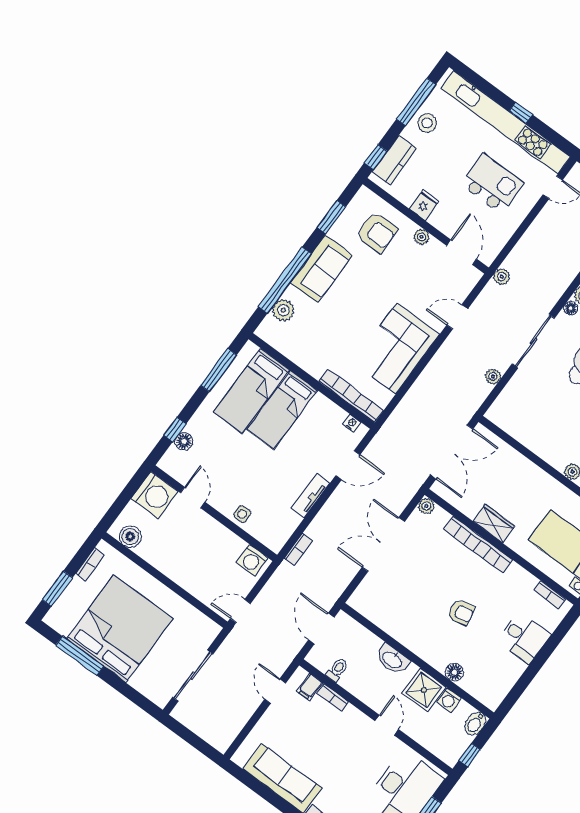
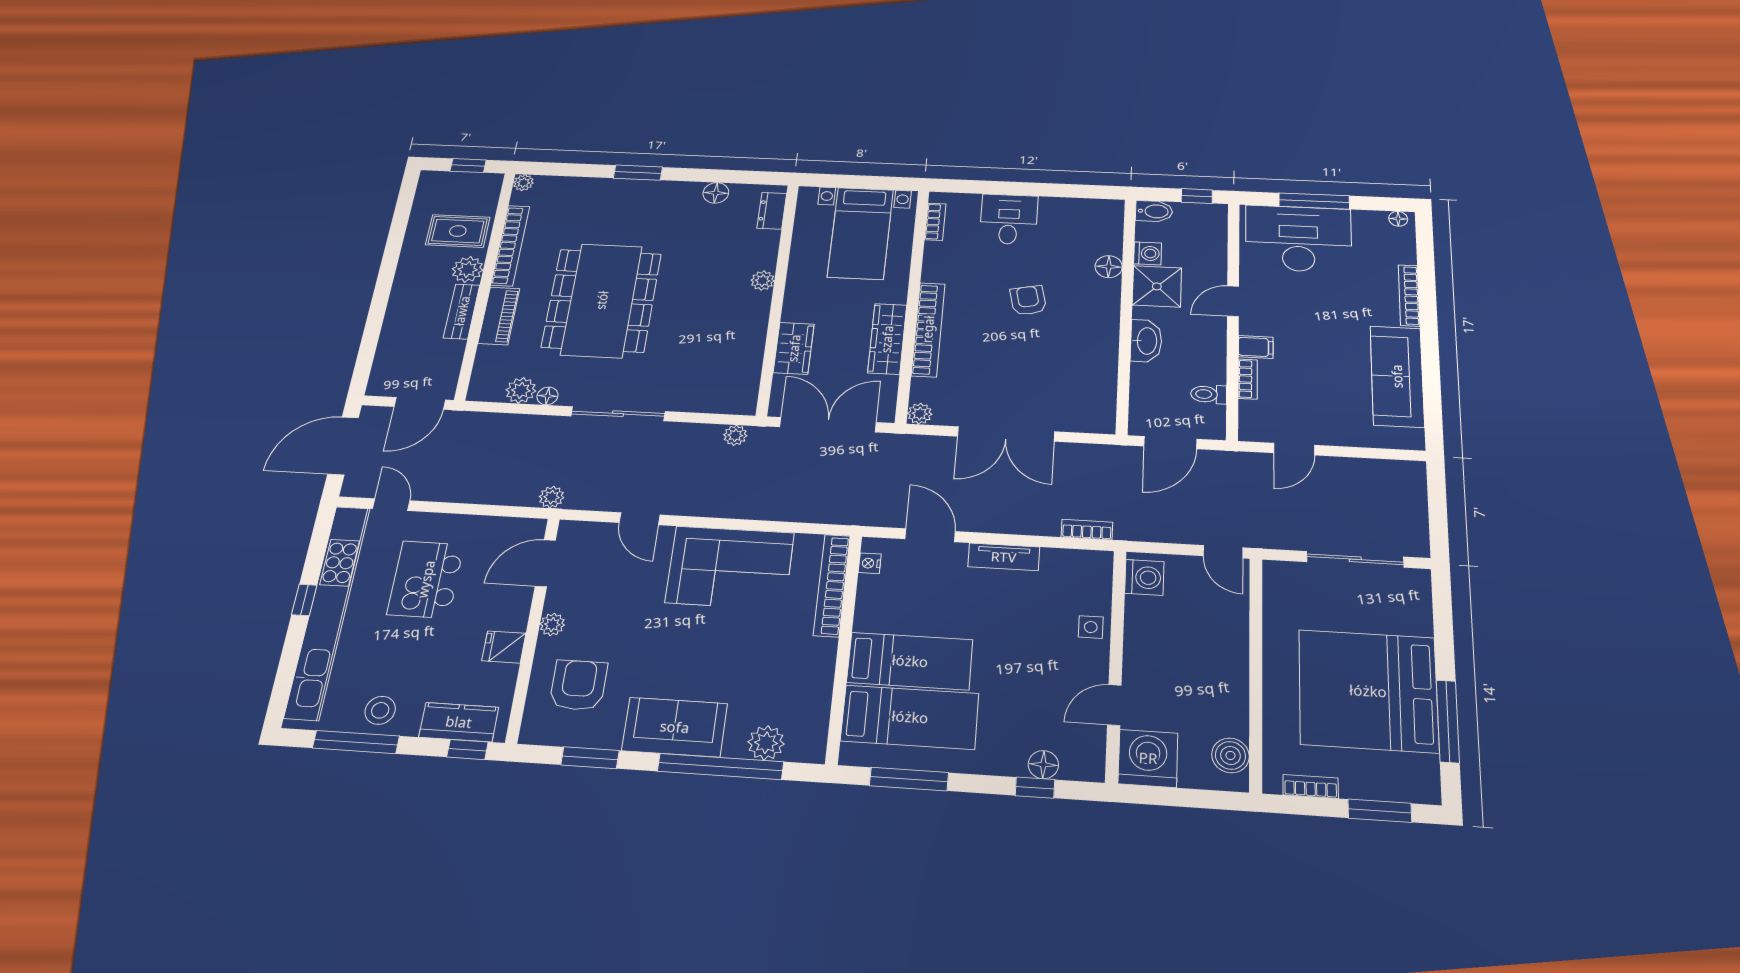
plant: (493, 376) -> (735, 435), moved
wardrobe: (514, 462) -> (794, 348), added
wardrobe: (494, 524) -> (887, 339), width x1.50
filing cabinet: (310, 687) -> (1256, 347), moved

